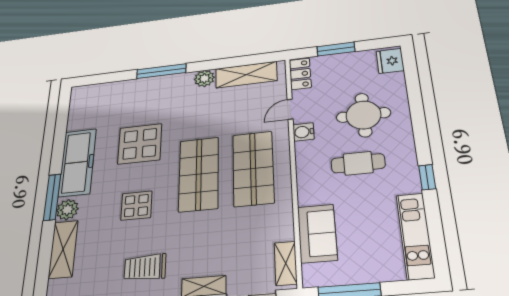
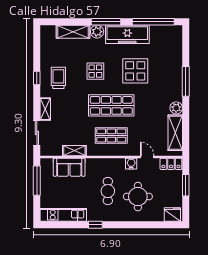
window: (61, 127) -> (153, 22), added
shop shelf: (253, 168) -> (111, 135), width x0.70, depth x0.74
shelving: (286, 263) -> (74, 151), moved

